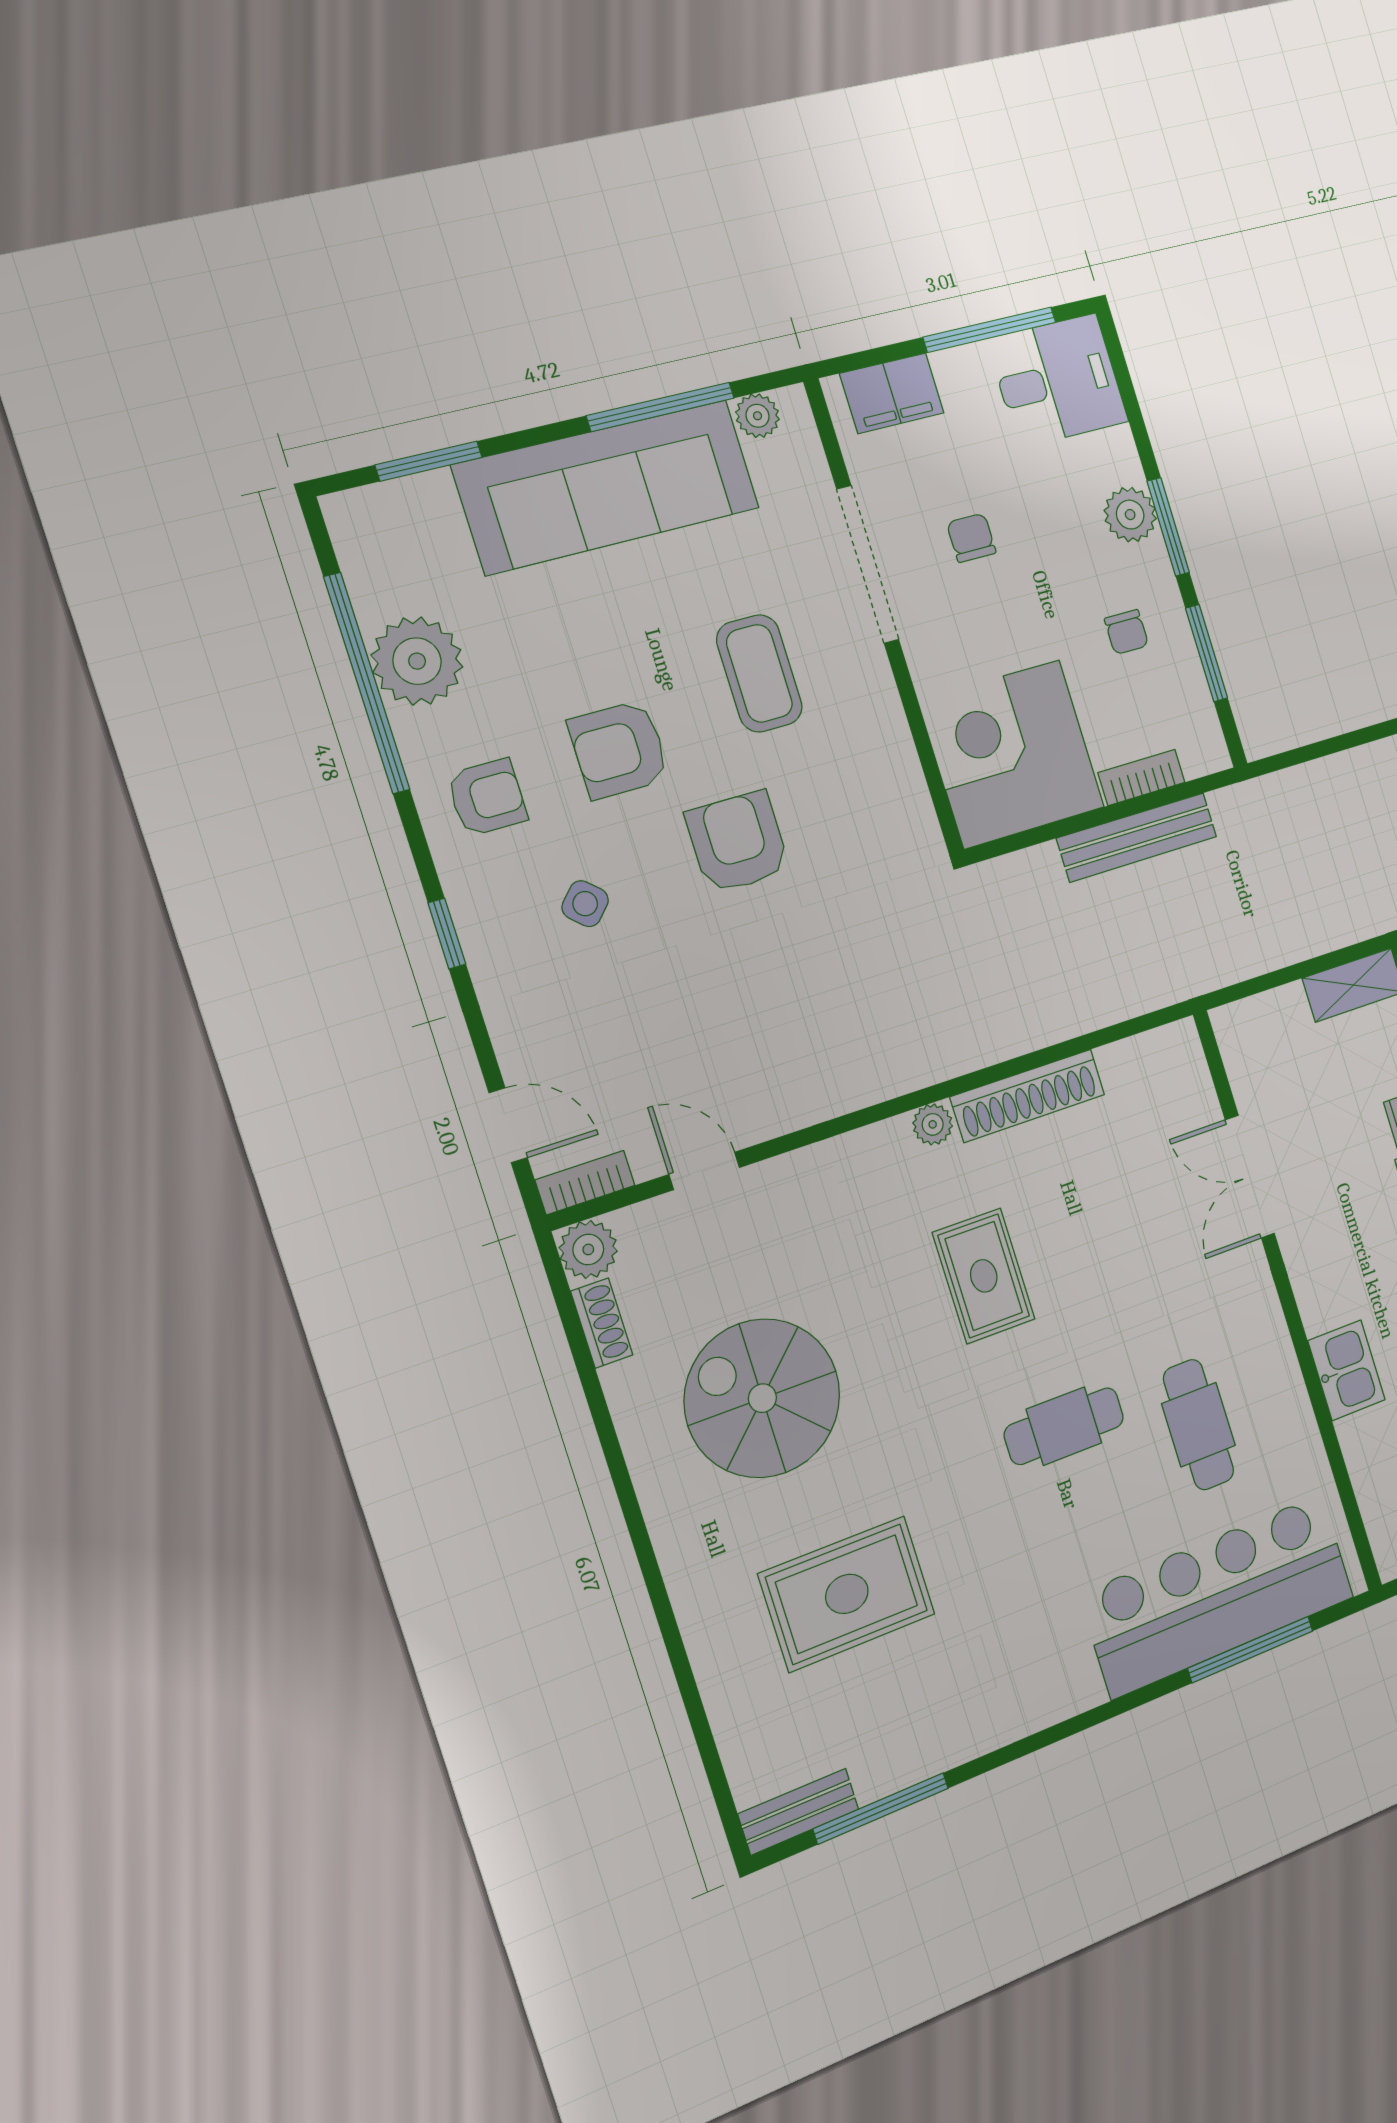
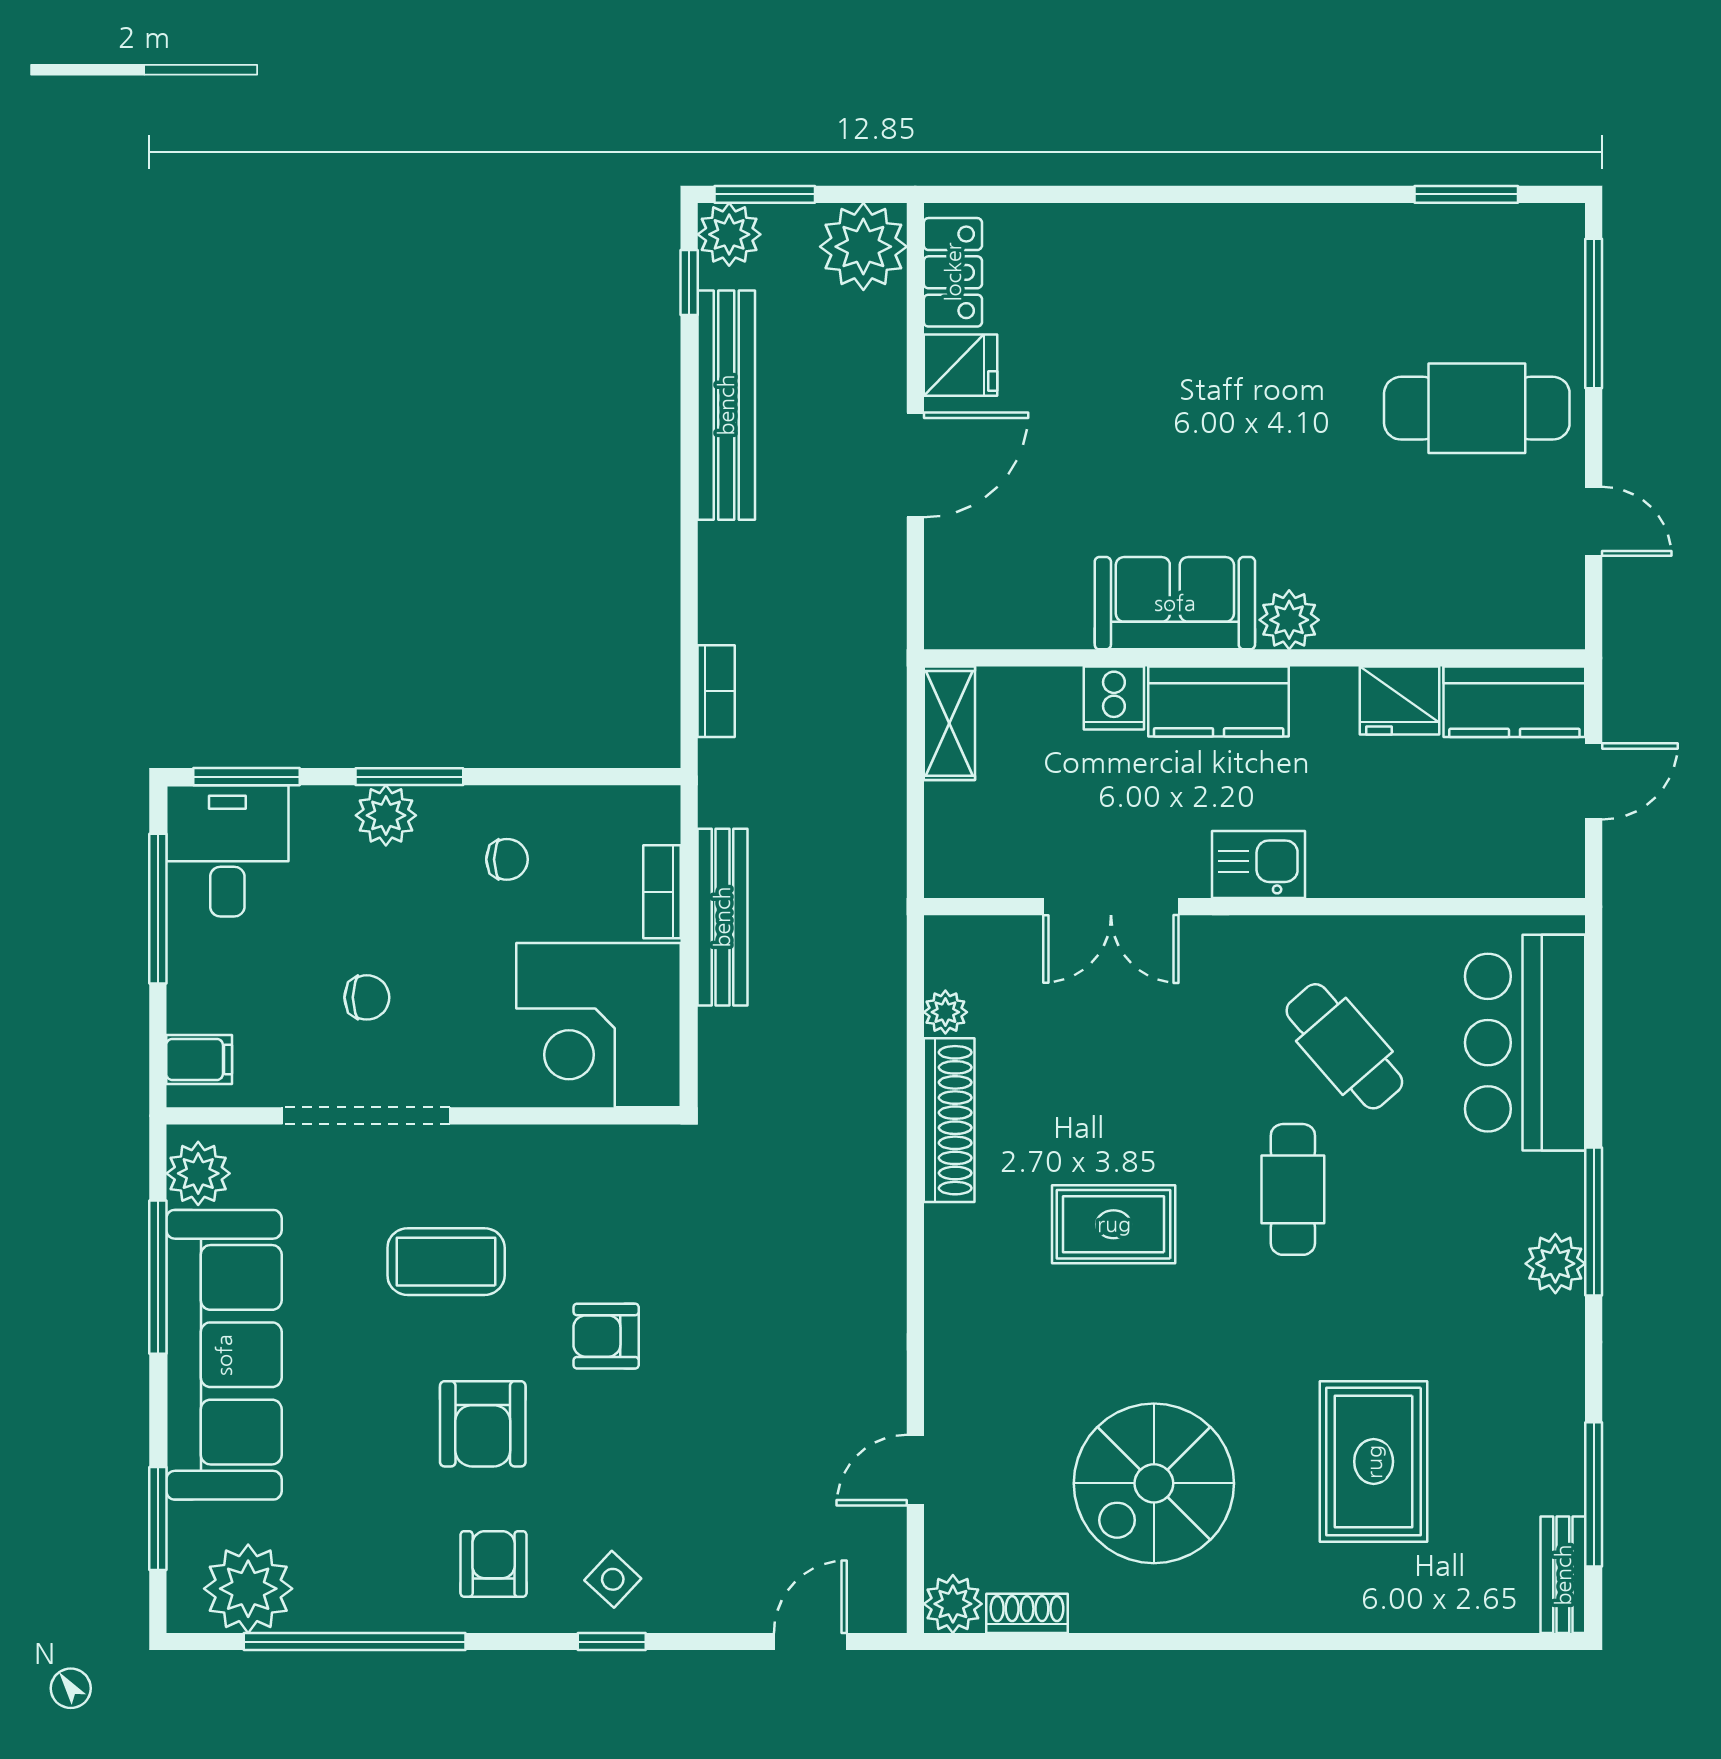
filing cabinet: (892, 393) -> (199, 1059), width x0.50
plant: (758, 416) -> (198, 1173), width x1.38, depth x1.38
chair: (971, 538) -> (367, 997), turned 180
window: (1206, 653) -> (247, 777), moved
plant: (417, 661) -> (248, 1589), moved
armchair: (738, 842) -> (606, 1336), width x0.72, depth x0.72
side table: (585, 904) -> (613, 1579), moved
plant: (933, 1124) -> (945, 1012), moved
bookcase: (585, 1183) -> (716, 691), moved, turned 180
kitchen sink: (1346, 1370) -> (1259, 865), moved
cafe table: (1198, 1425) -> (1344, 1046), turned 49
bar counter: (1218, 1595) -> (1525, 1043), width x0.73
window: (1250, 1650) -> (1594, 1222), moved
plant: (1074, 1687) -> (1555, 1264), added

